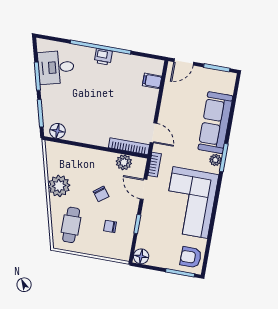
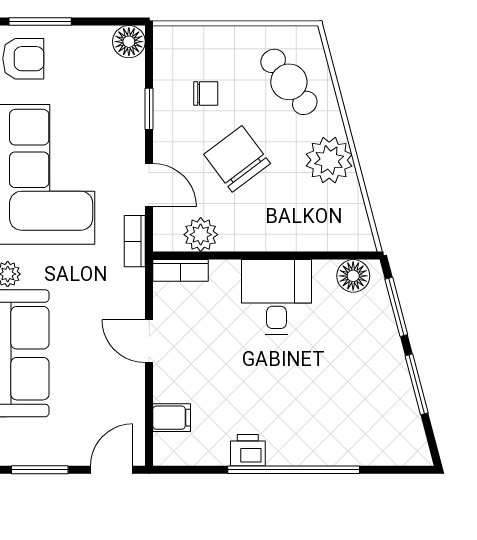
printer: (103, 57) -> (248, 450), moved
desk: (56, 67) -> (276, 297), moved, turned -75
door: (154, 133) -> (149, 341), moved
bookcase: (129, 146) -> (180, 270), width x0.64
chair: (101, 194) -> (237, 159), width x1.87, depth x1.87
cafe table: (71, 225) -> (289, 82), turned -37

